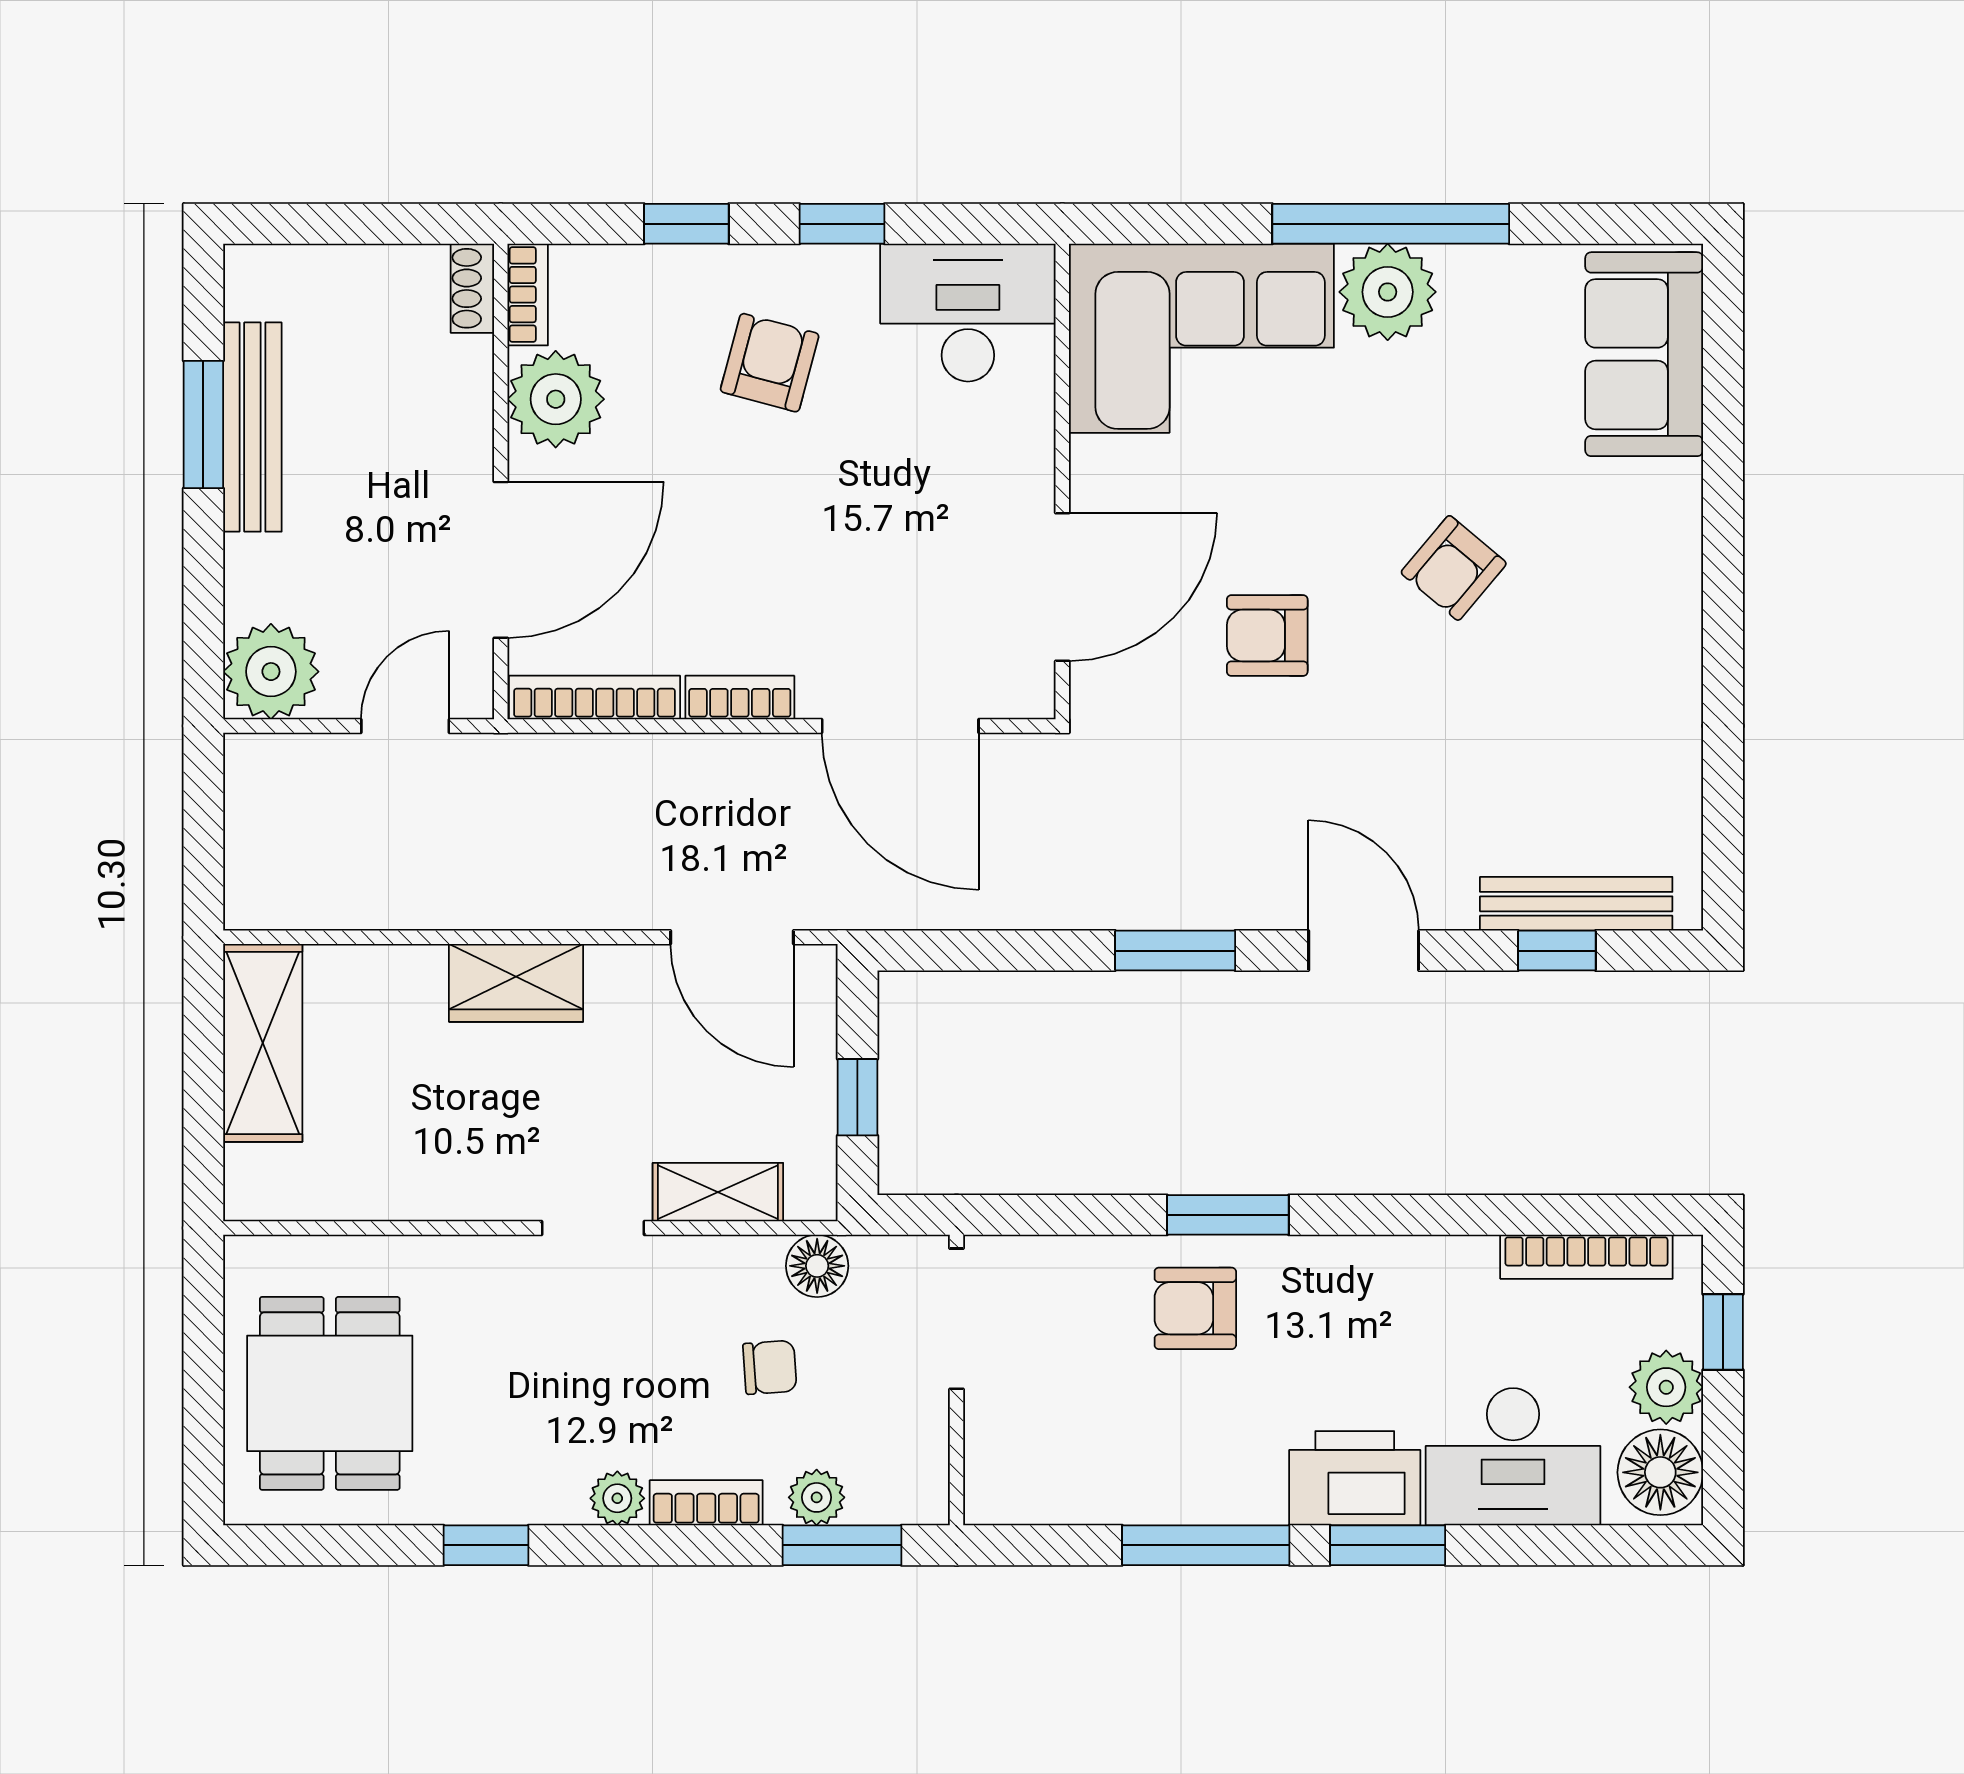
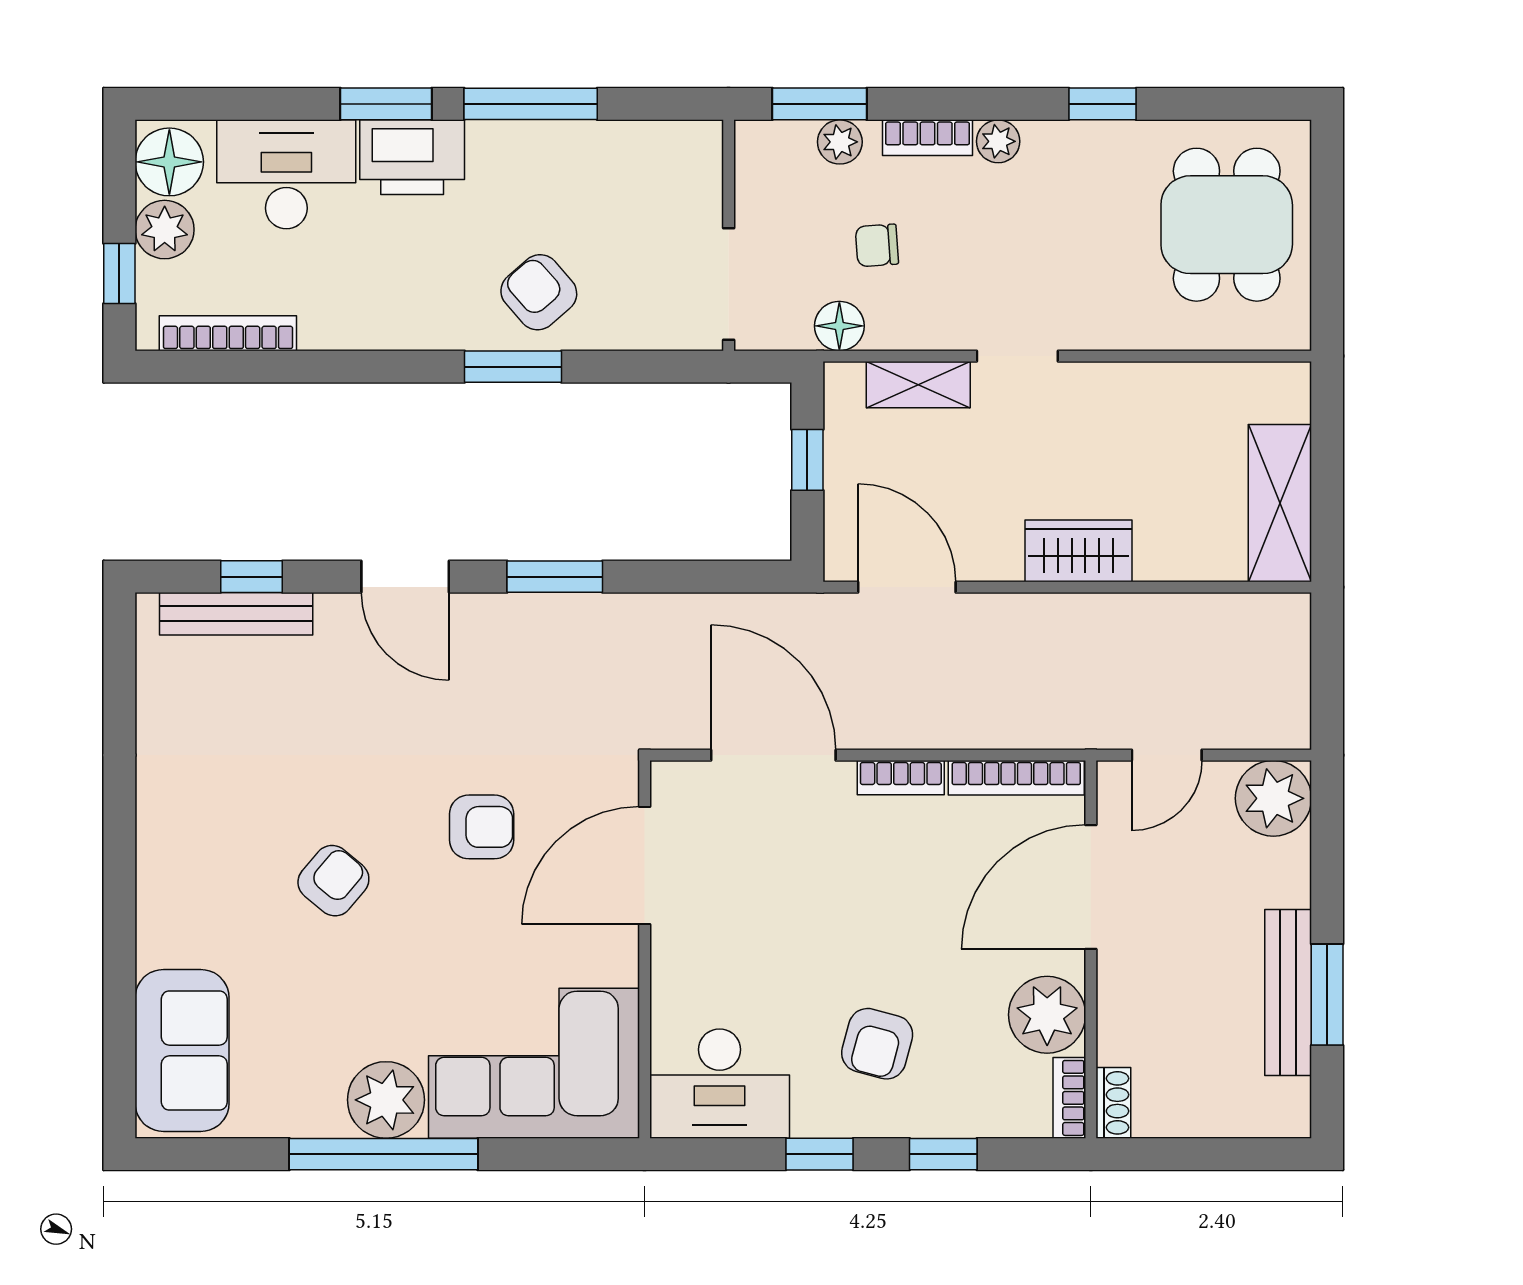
armchair: (1195, 1308) -> (539, 292), turned -131

